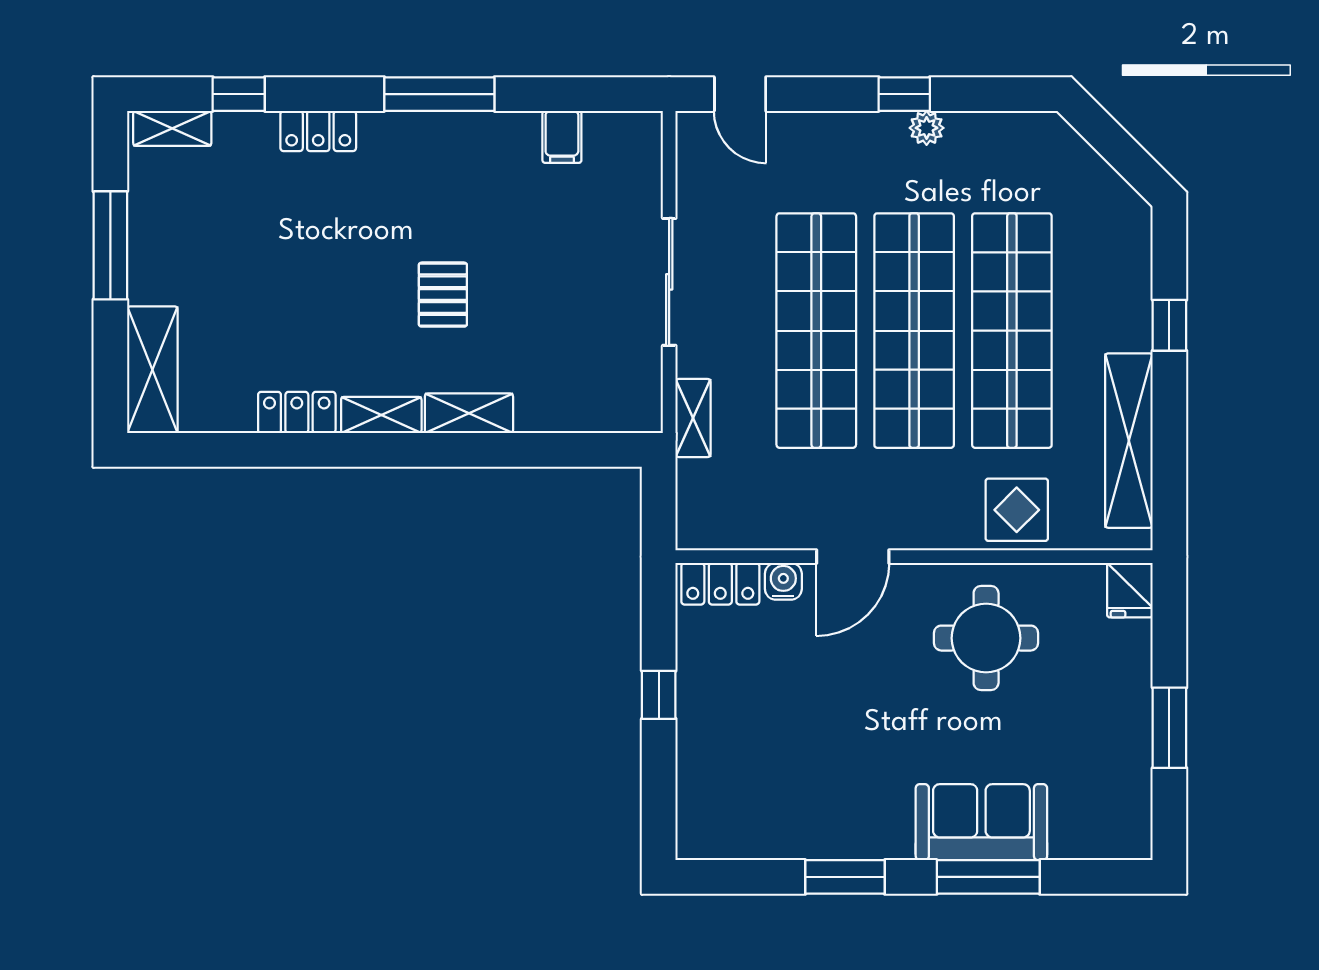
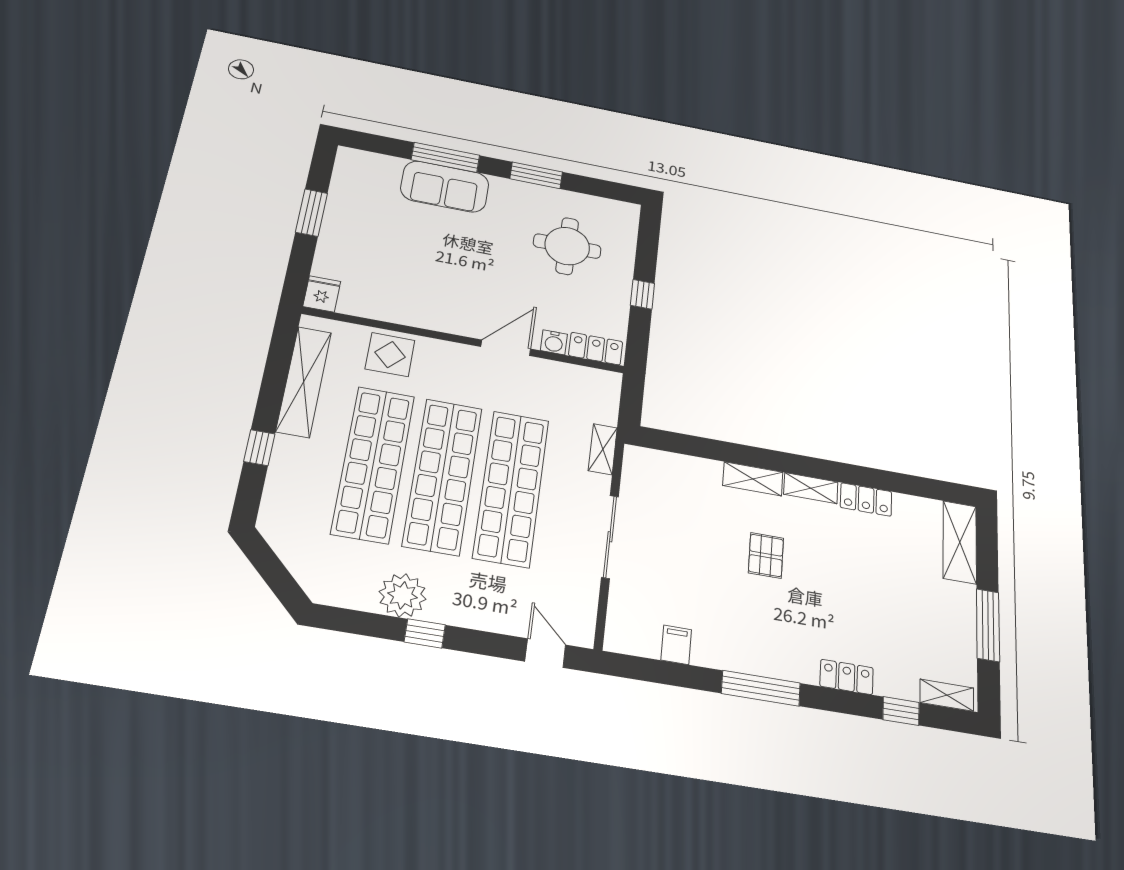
plant: (927, 128) -> (403, 595), width x1.87, depth x1.87
round table: (986, 638) -> (567, 246), moved

